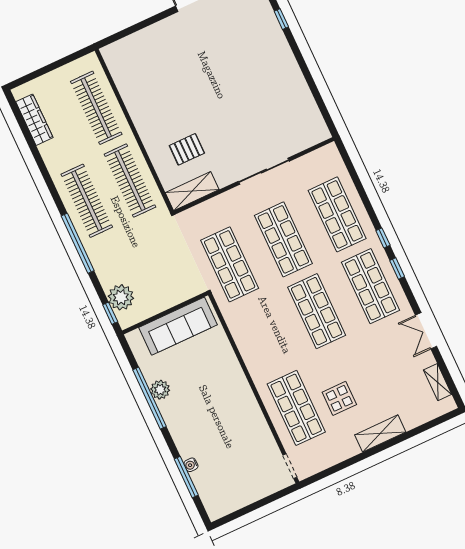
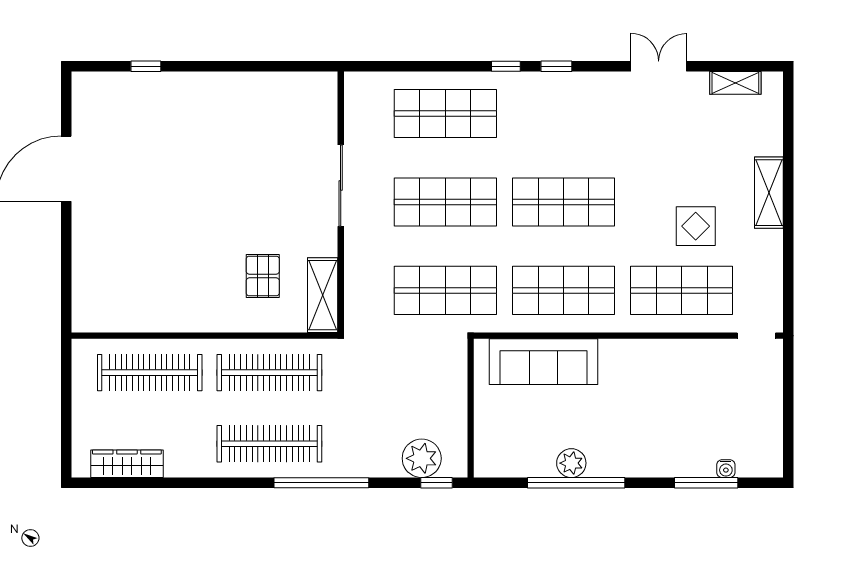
shop shelf: (370, 286) -> (563, 290), moved
sofa: (178, 326) -> (544, 362), moved, turned 90
double door: (426, 331) -> (659, 66), swing flipped
water cooler: (191, 465) -> (726, 469), moved

